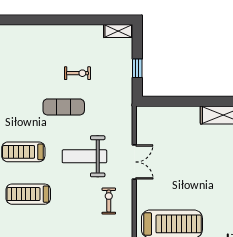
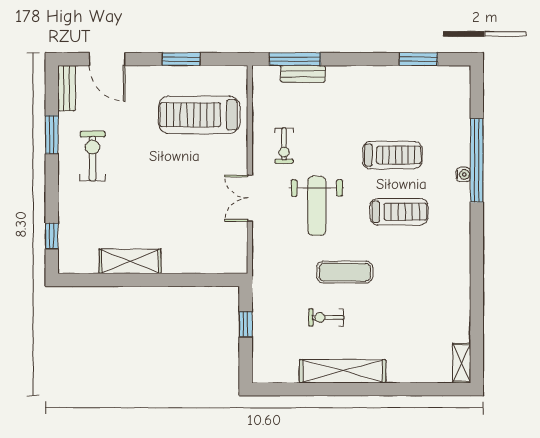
shelving: (118, 31) -> (343, 371), moved, width x2.20, depth x1.33
weight bench: (84, 156) -> (317, 206), turned 90

